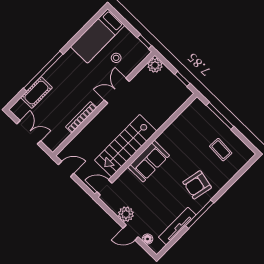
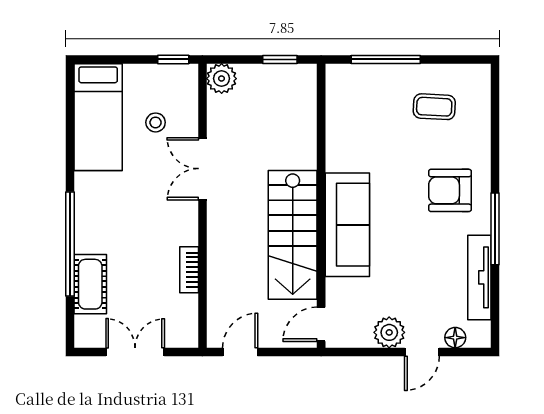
bookcase: (81, 117) -> (189, 270), width x0.64
sofa: (149, 161) -> (347, 225), width x1.36
armchair: (197, 185) -> (450, 190), turned 78

